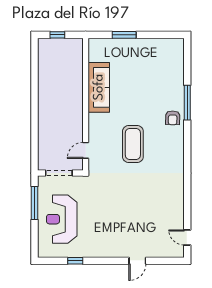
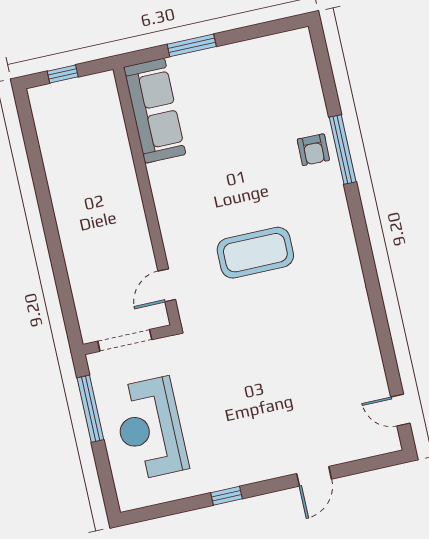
sofa: (99, 87) -> (155, 111), moved
armchair: (173, 118) -> (313, 150), moved
coffee table: (133, 144) -> (255, 253), turned 90
window: (75, 261) -> (226, 496), moved

